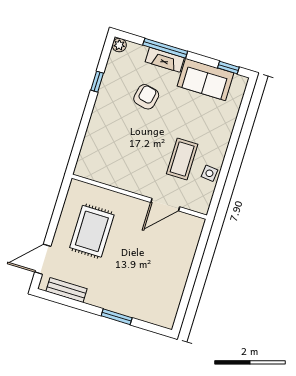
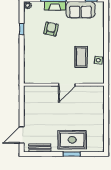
door: (165, 205) -> (67, 85), moved
rug: (92, 231) -> (72, 140), moved, turned 90

